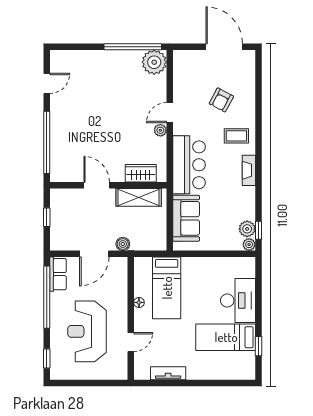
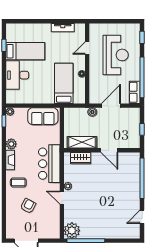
door: (170, 113) -> (62, 198), swing flipped
sofa: (186, 218) -> (43, 116), moved, turned -90
plant: (247, 229) -> (11, 144), moved

